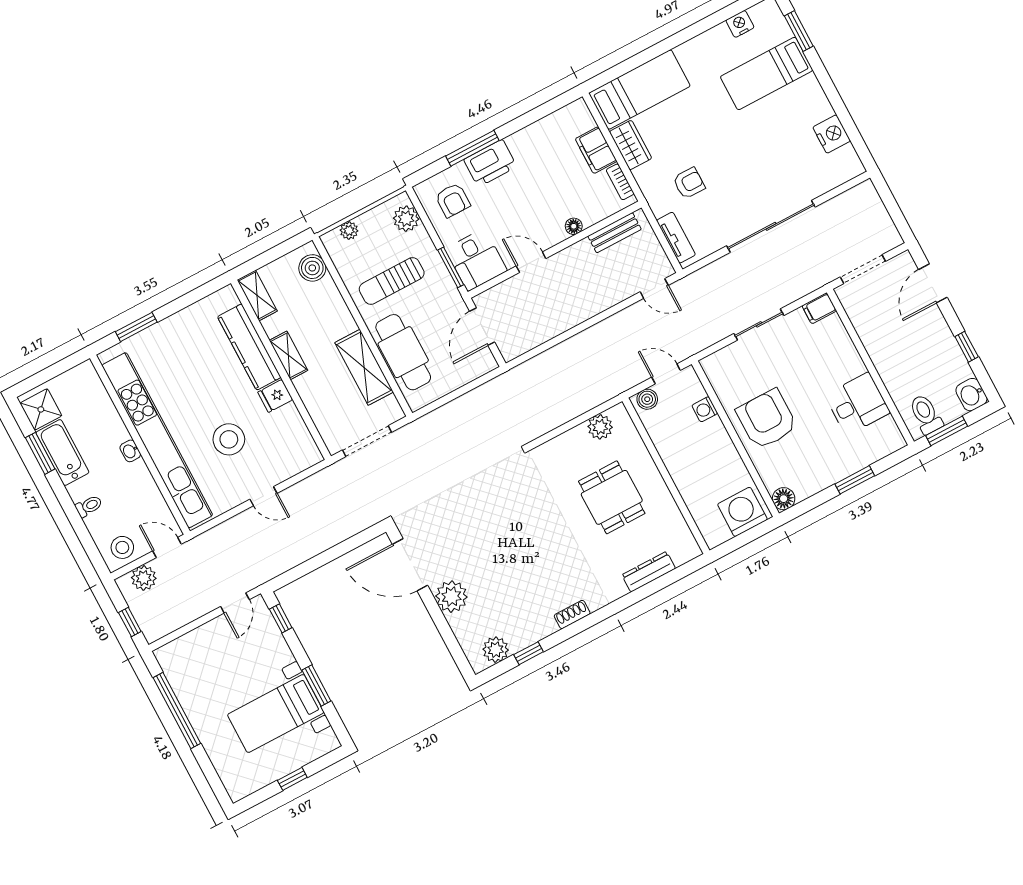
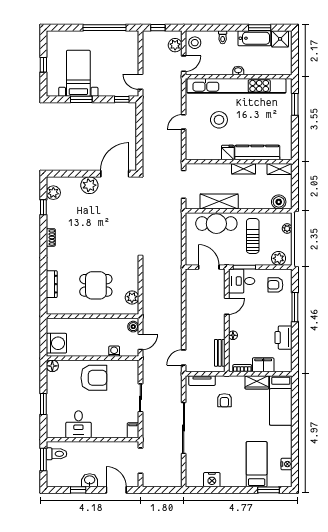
printer: (490, 163) -> (284, 338), moved
washbasin: (971, 395) -> (90, 480), moved

